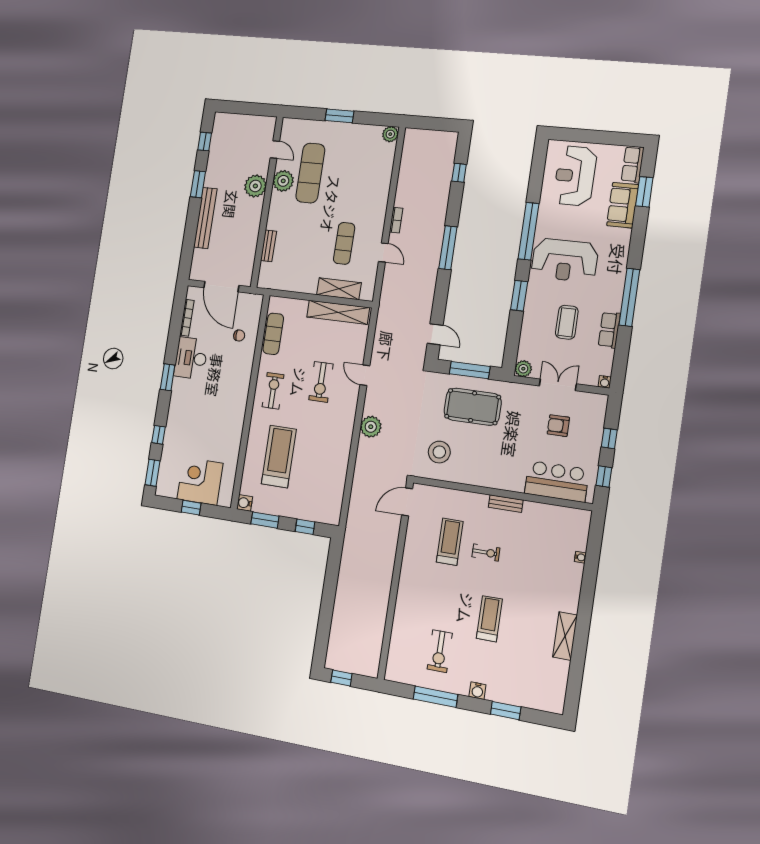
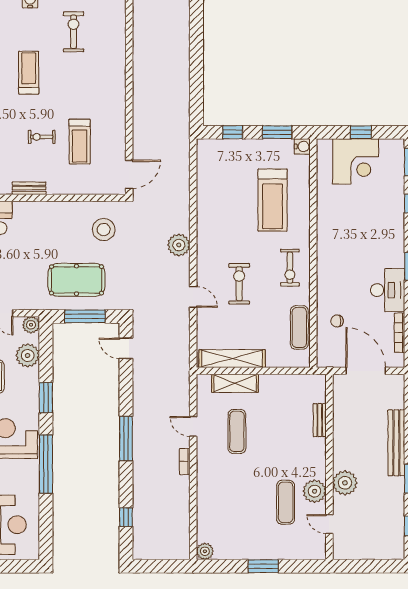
exercise mat: (310, 173) -> (286, 502), width x0.73, depth x0.69
plant: (531, 339) -> (28, 355), added
treadmill: (489, 619) -> (29, 73), turned 180

